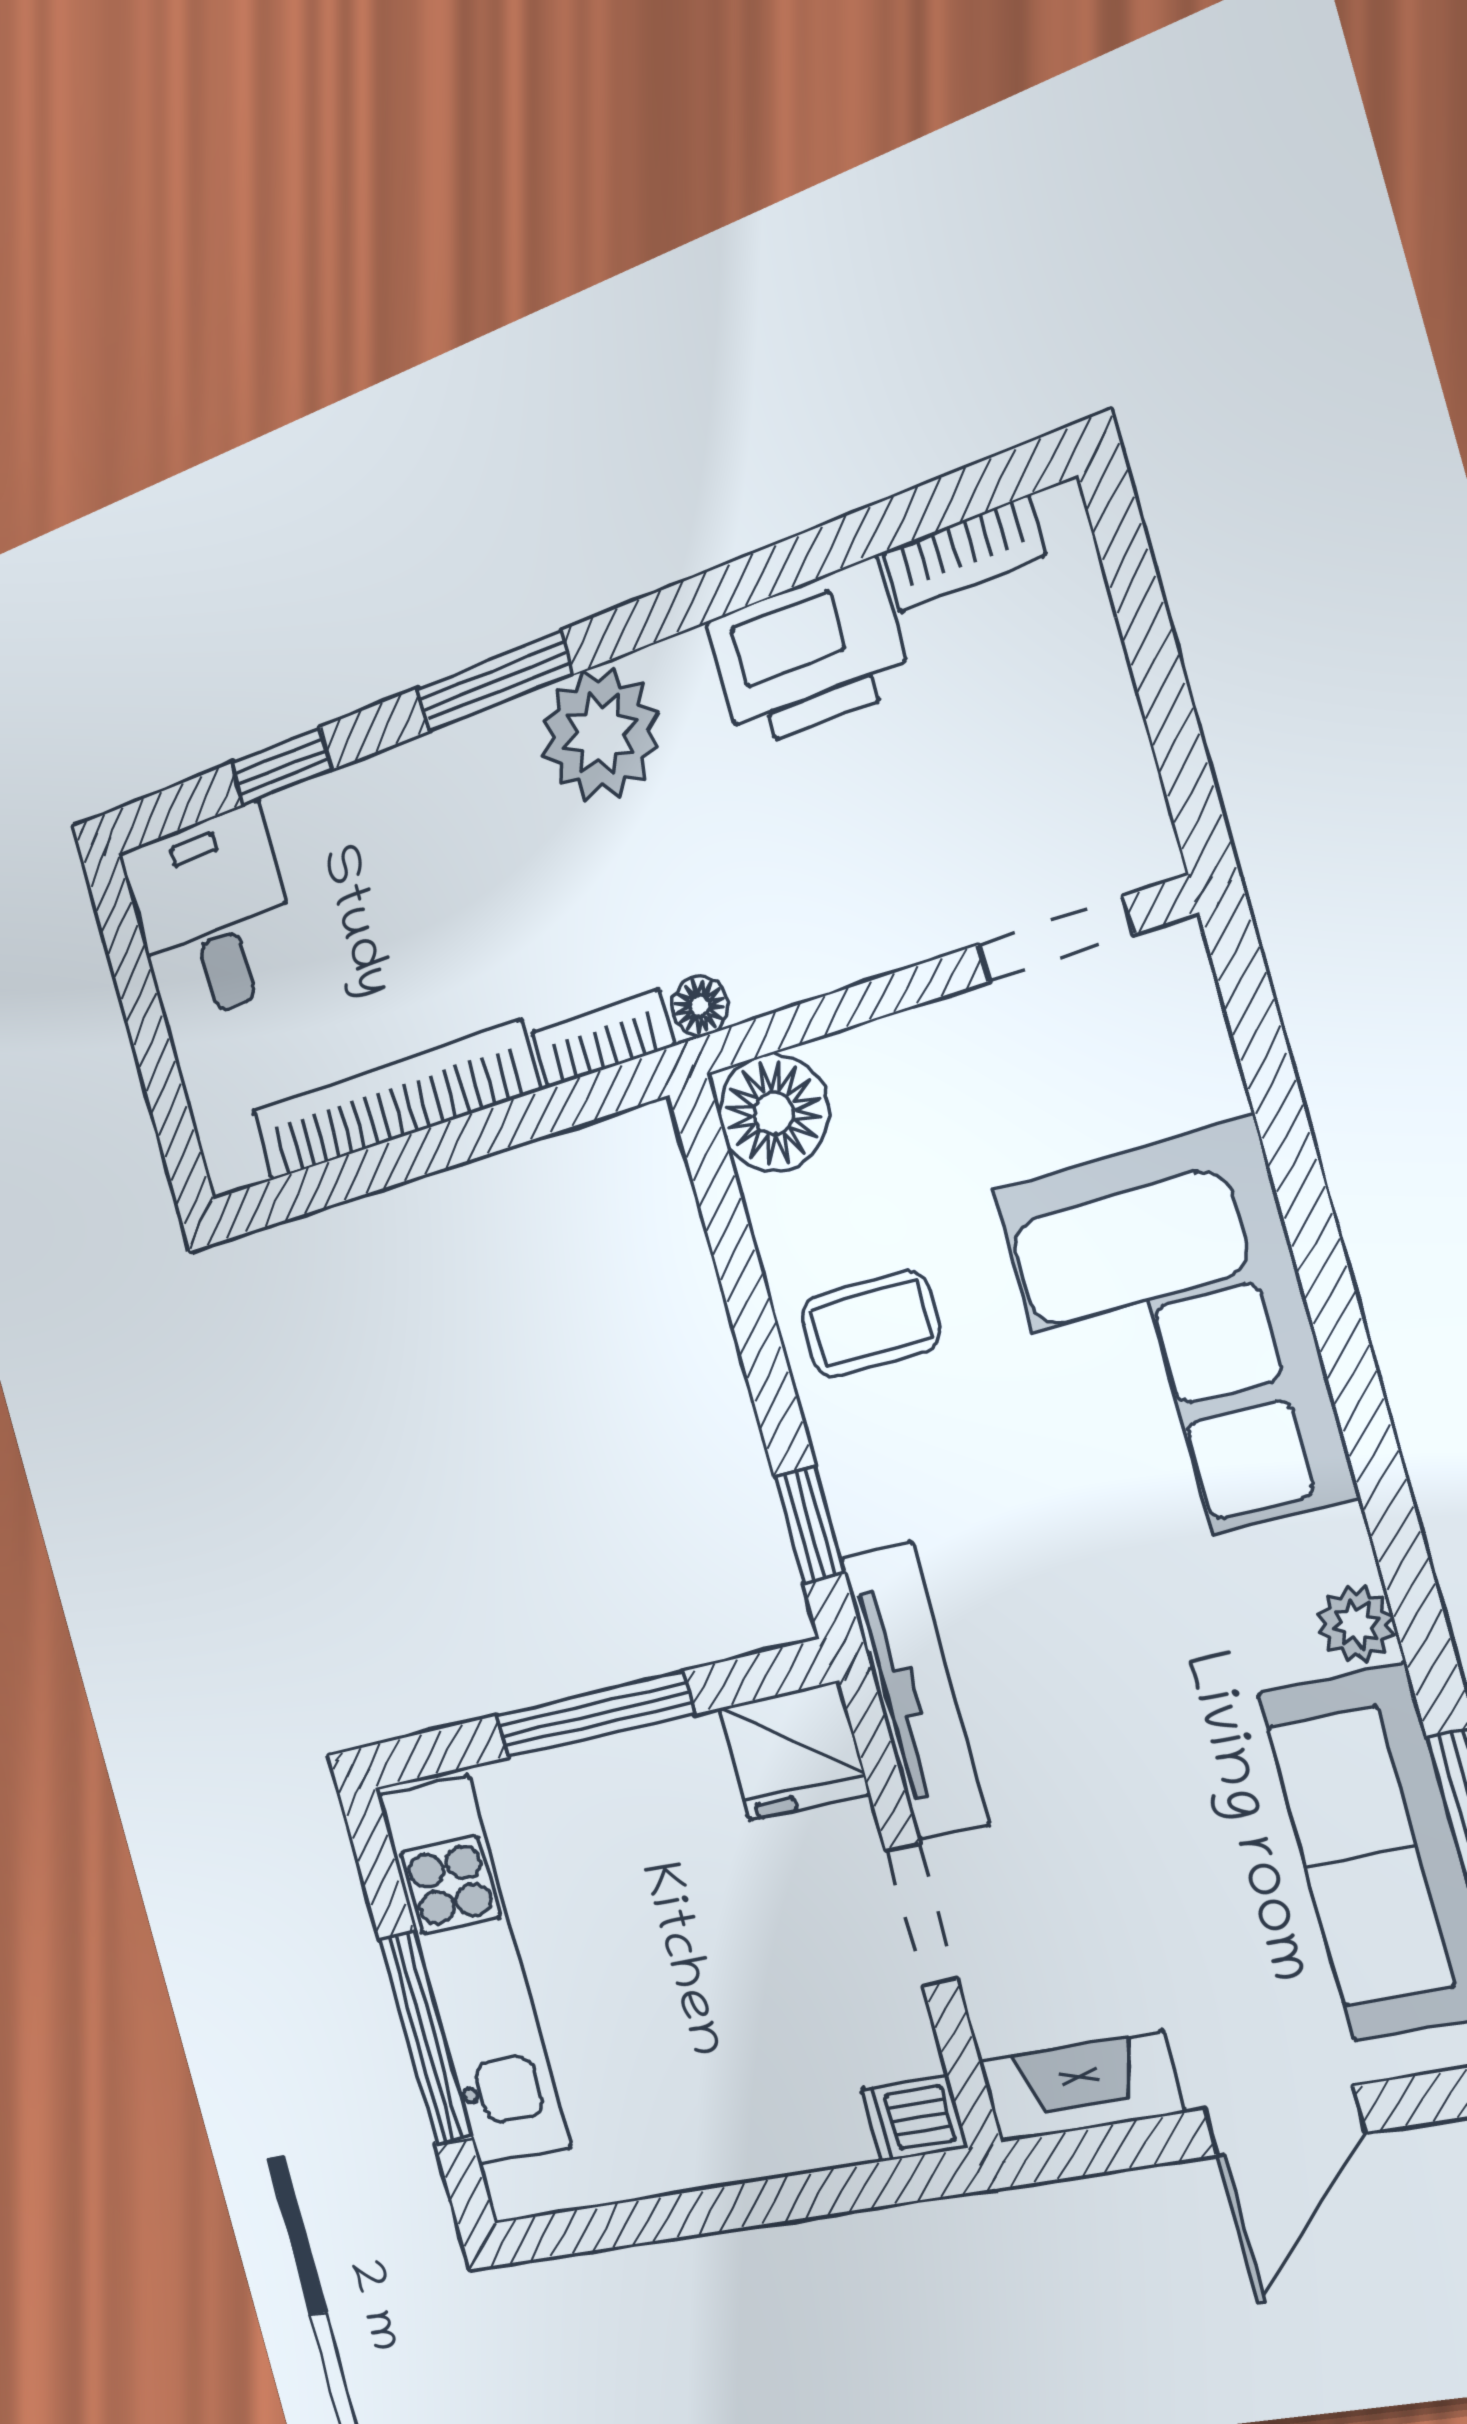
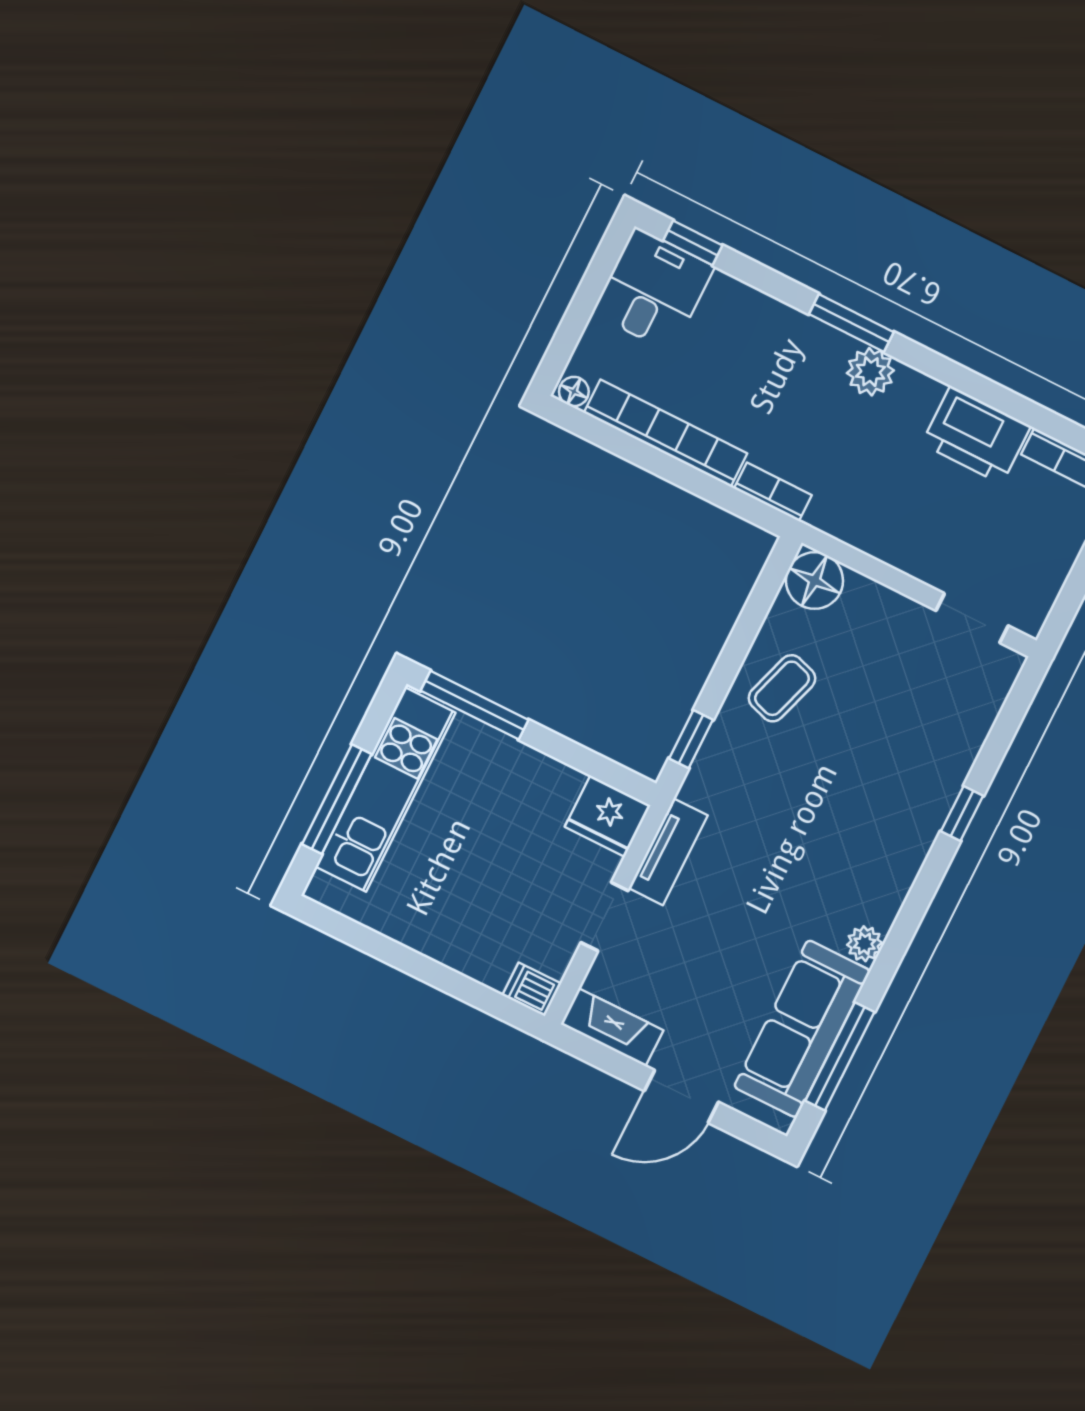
plant: (600, 734) -> (870, 372), width x0.73, depth x0.73
window: (281, 766) -> (693, 243), moved
floor lamp: (700, 1006) -> (574, 392), moved
window: (1323, 1268) -> (962, 813), added
coffee table: (870, 1324) -> (782, 688), turned -72
corner sofa: (1174, 1342) -> (888, 793), removed
tv unit: (915, 1691) -> (668, 852), width x0.71
window: (594, 1715) -> (475, 705), moved

